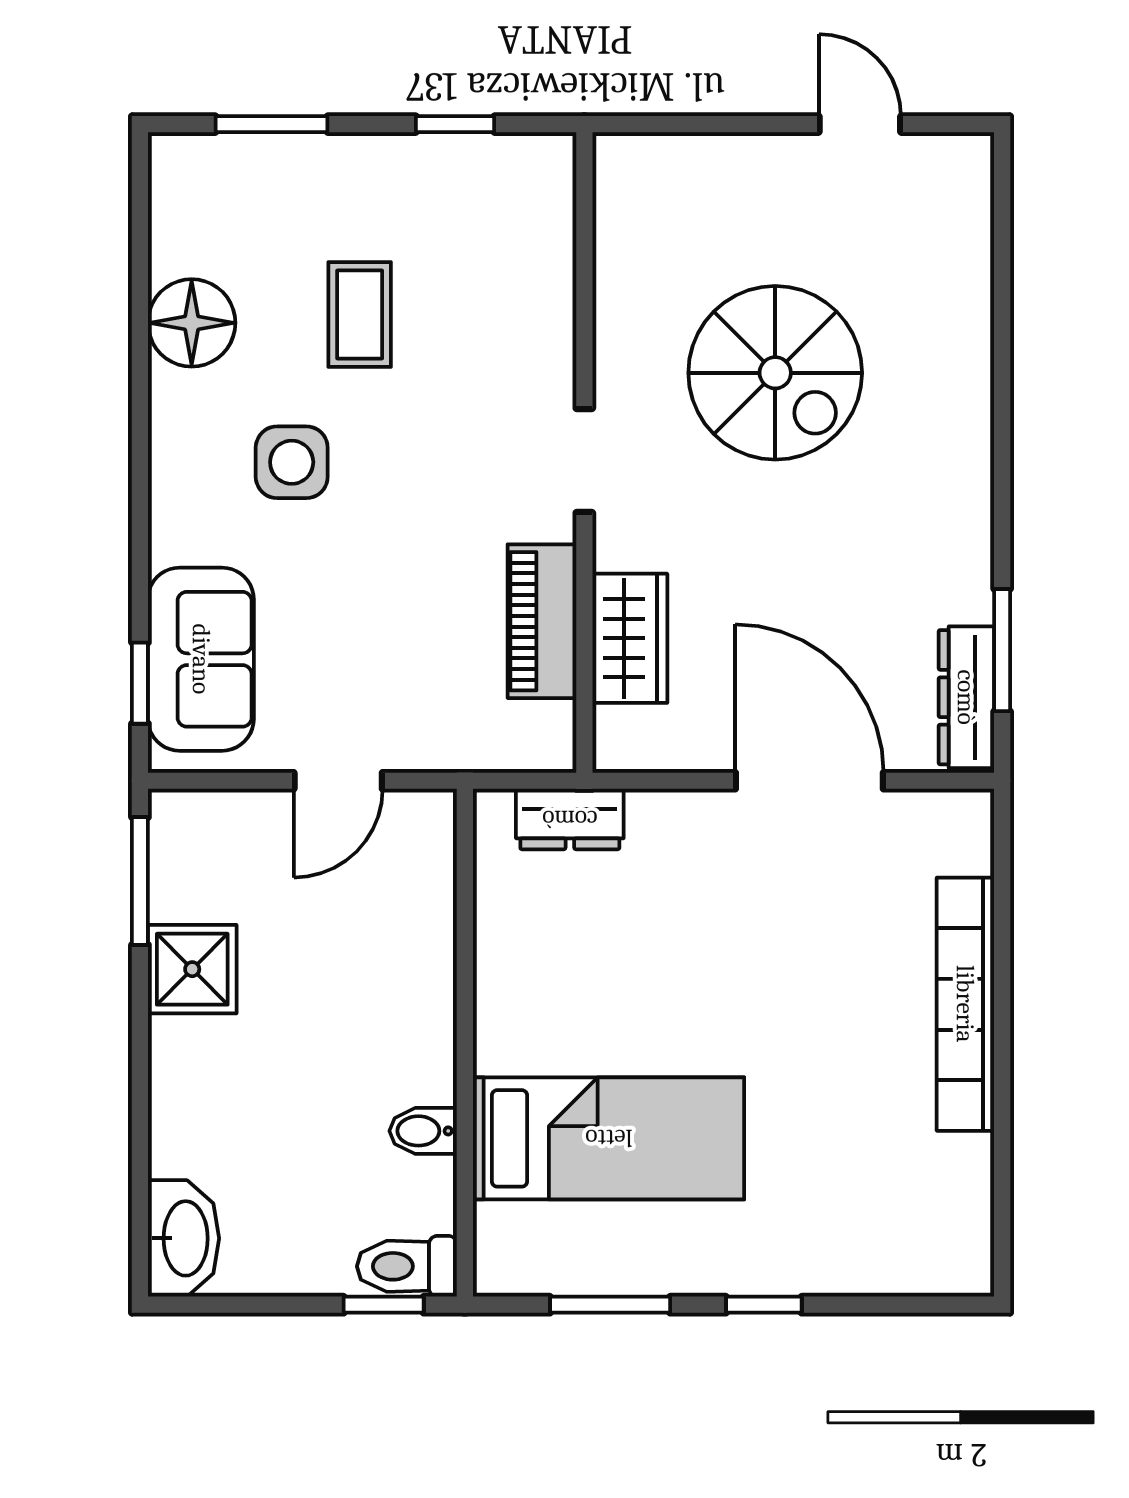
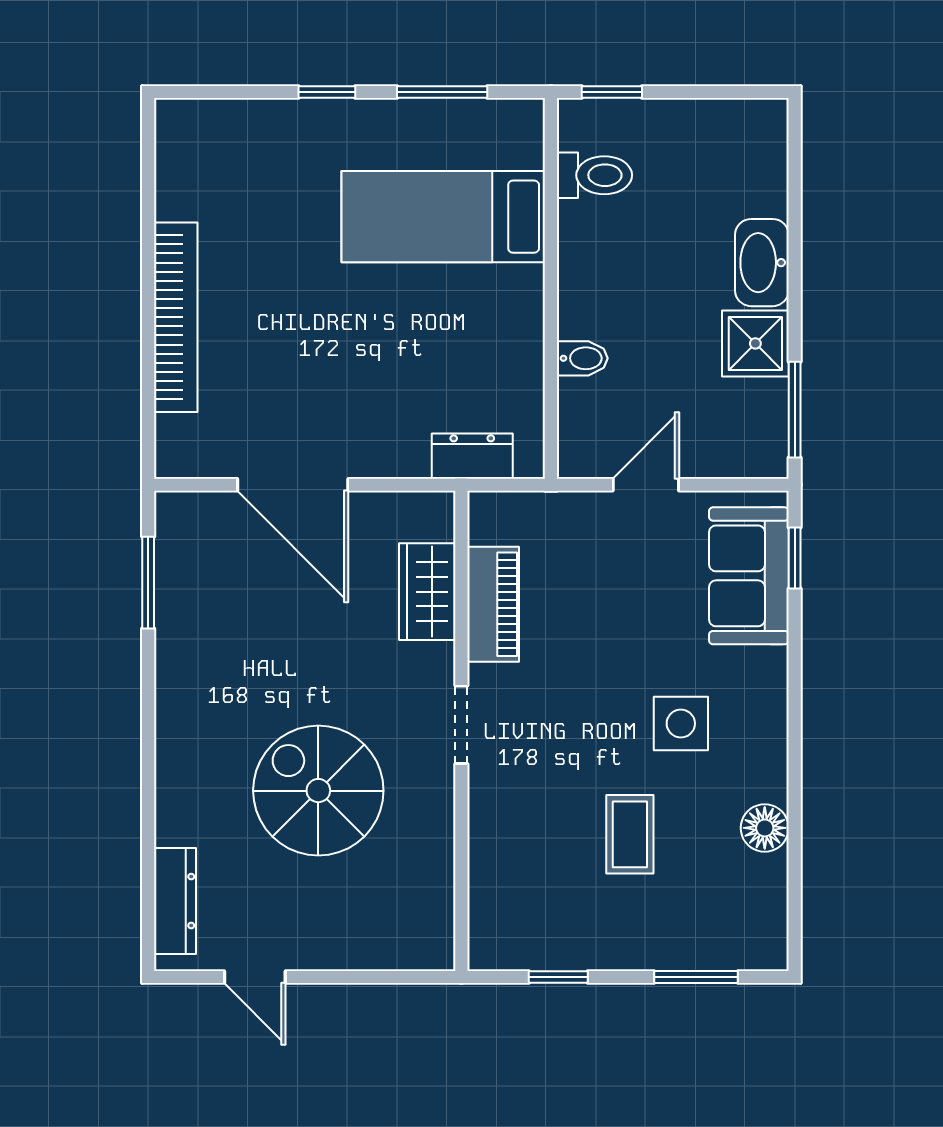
floor lamp: (192, 323) -> (765, 828), width x0.73, depth x0.73
dresser: (966, 697) -> (175, 901), moved
bidet: (423, 1131) -> (582, 358), moved
washbasin: (183, 1238) -> (762, 263), moved
toilet: (407, 1266) -> (594, 175), moved

